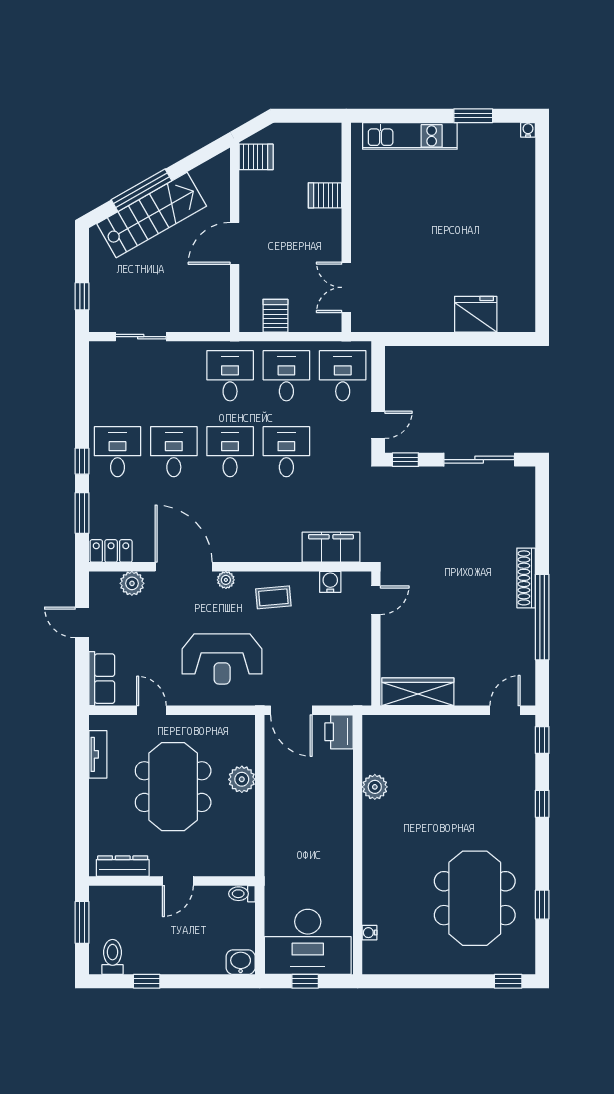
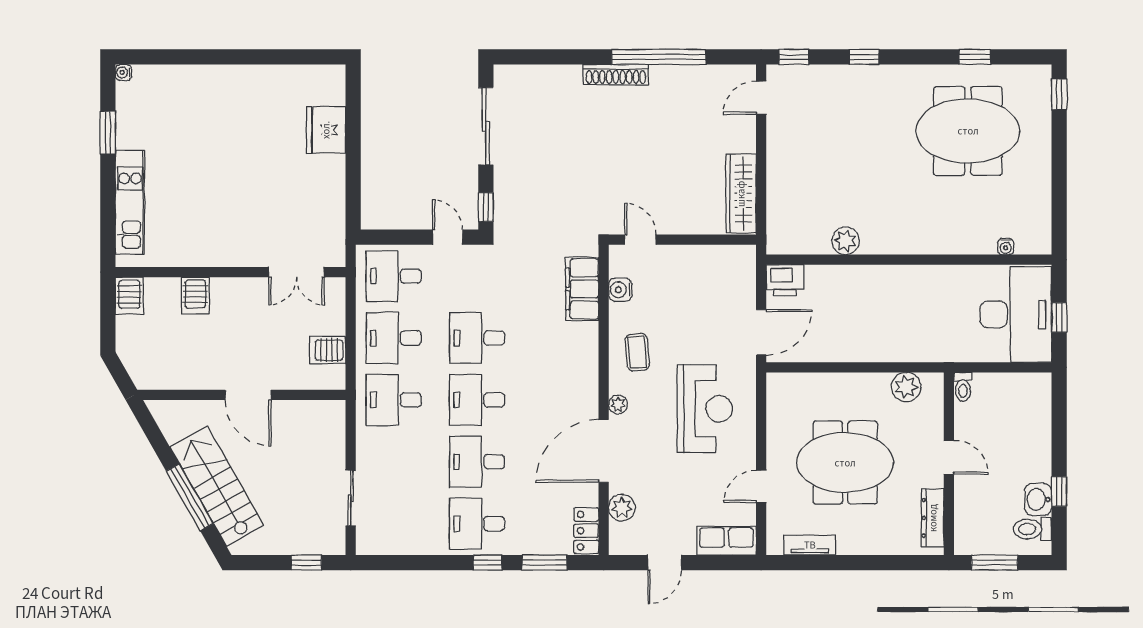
server rack: (256, 157) -> (129, 296), moved, turned 180
door: (505, 710) -> (761, 98), hinge flipped
plant: (242, 779) -> (906, 387), moved
washbasin: (241, 962) -> (1038, 499), moved

